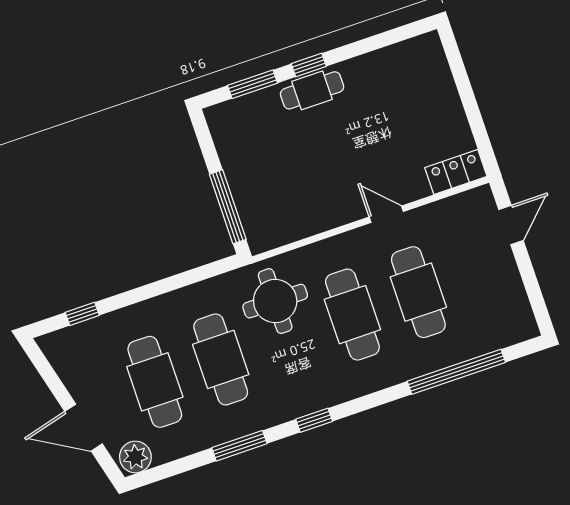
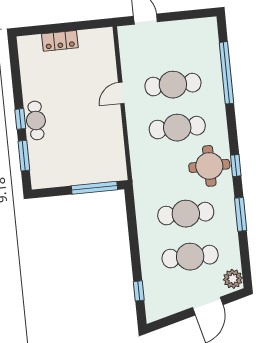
locker: (456, 172) -> (60, 41), moved, turned -90
round table: (275, 301) -> (209, 166), moved

